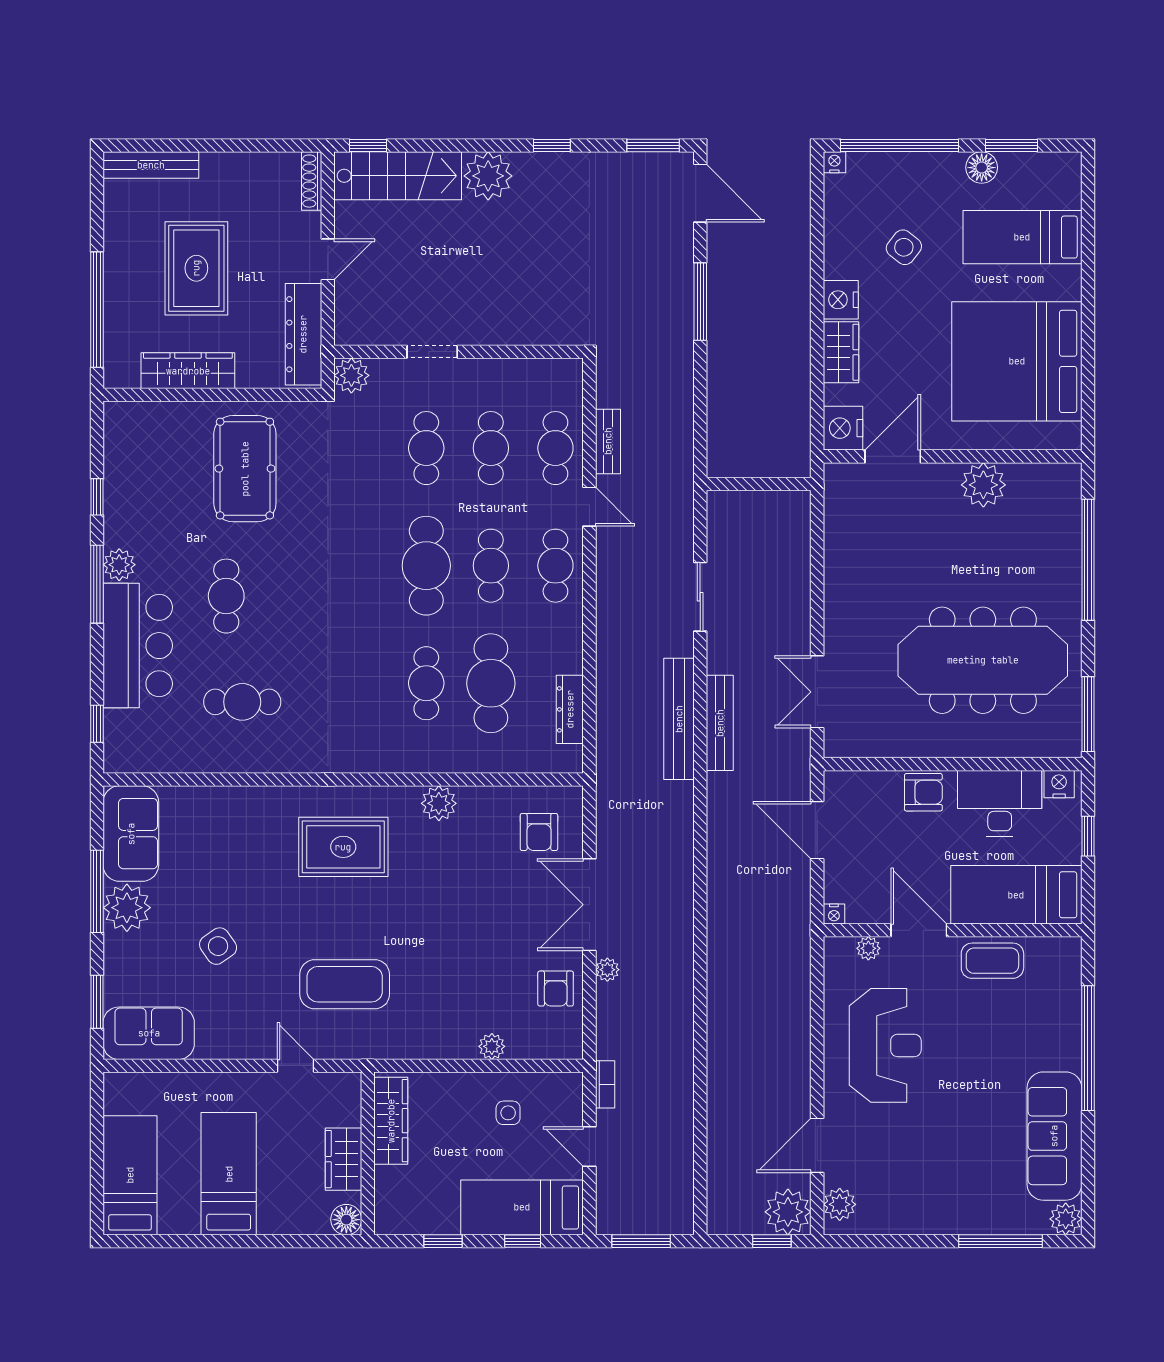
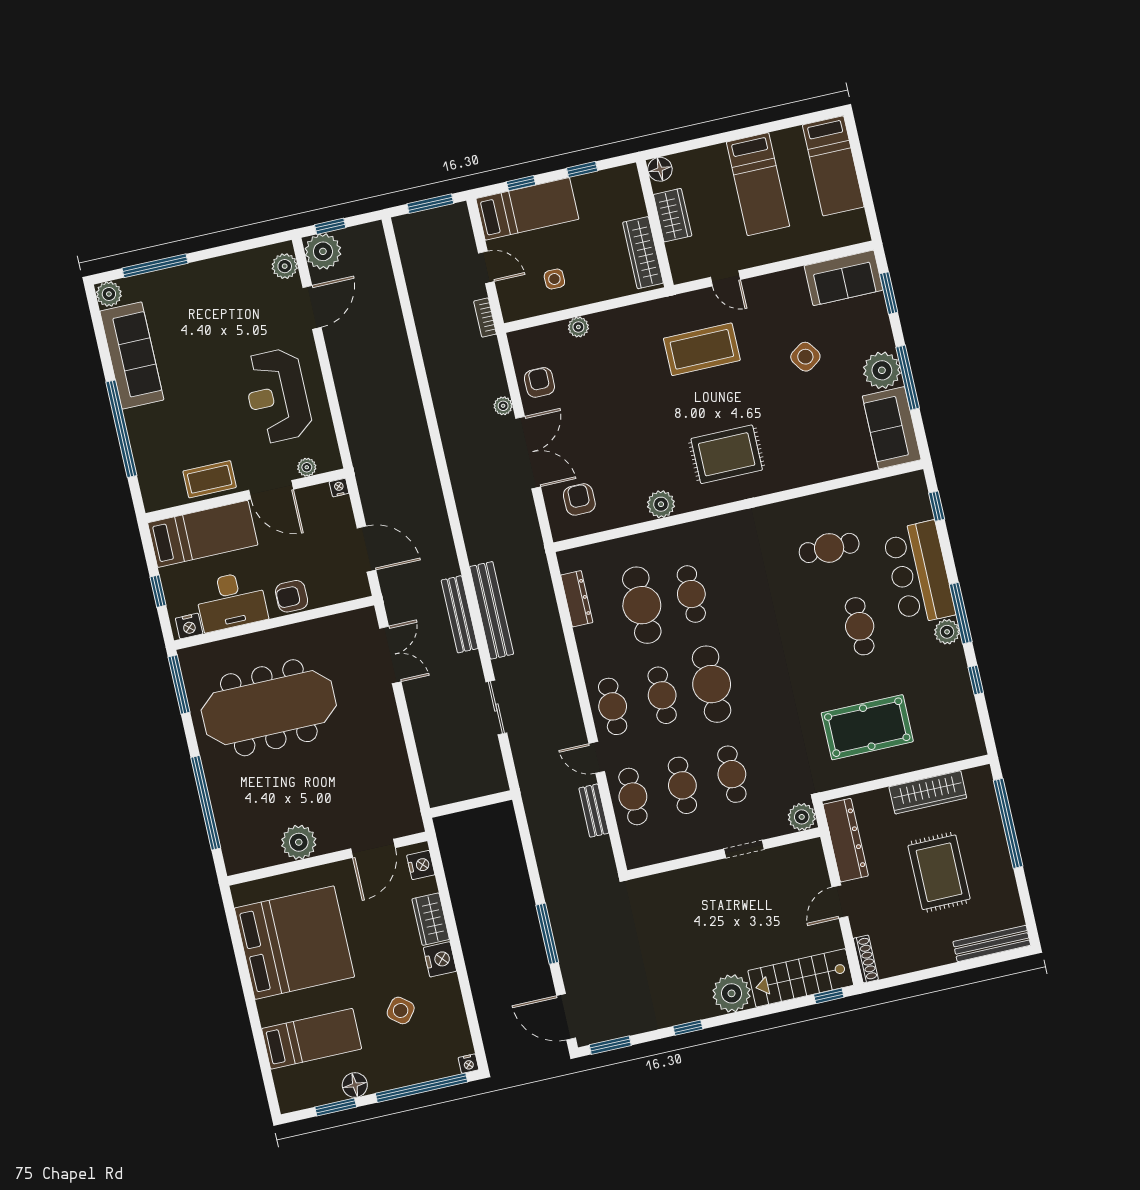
nightstand: (843, 428) -> (421, 865), width x0.74, depth x0.75
pool table: (245, 469) -> (867, 727), turned 90

